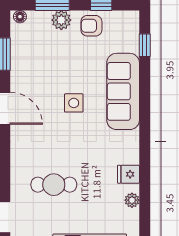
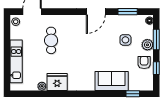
sofa: (123, 91) -> (112, 81), width x0.73
side table: (74, 103) -> (125, 40), moved
fridge: (128, 174) -> (57, 82), width x1.88, depth x1.34

